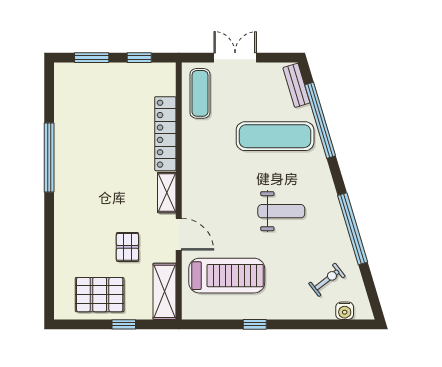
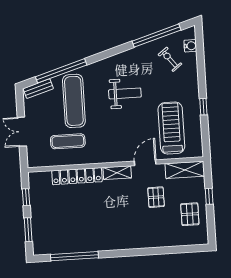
exercise mat: (200, 93) -> (68, 141), moved
window: (49, 158) -> (74, 256), moved
weight bench: (281, 211) -> (125, 93), turned 90
window: (353, 229) -> (156, 36), moved
pallet: (127, 247) -> (156, 197), turned 90
pallet: (100, 295) -> (190, 214), width x0.67, depth x0.71

